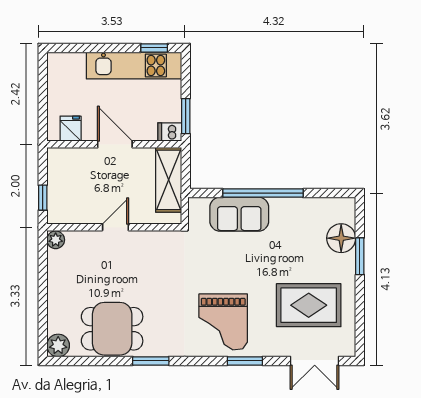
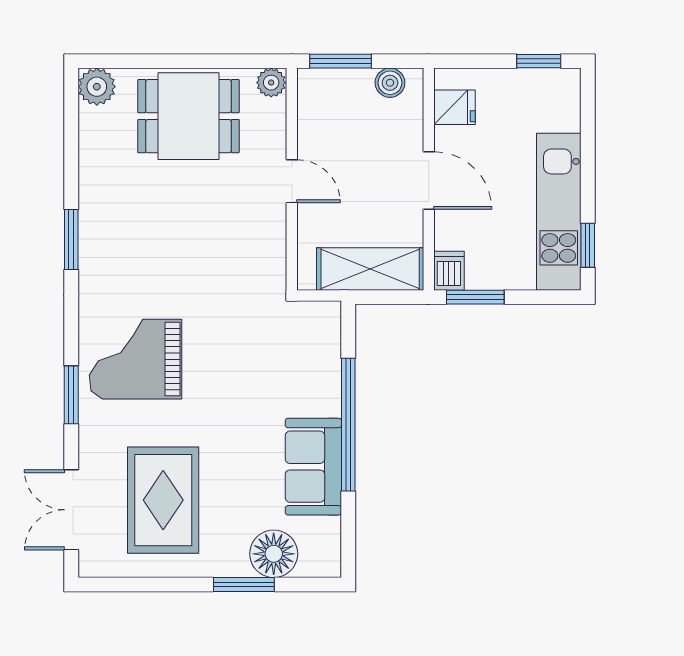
window: (43, 78) -> (539, 61), added
door: (115, 144) -> (429, 180), hinge flipped
boiler: (56, 168) -> (390, 83), added
window: (43, 198) -> (341, 61), width x1.50
sofa: (239, 214) -> (313, 467), moved
dining table: (112, 329) -> (188, 116), moved, turned 90

